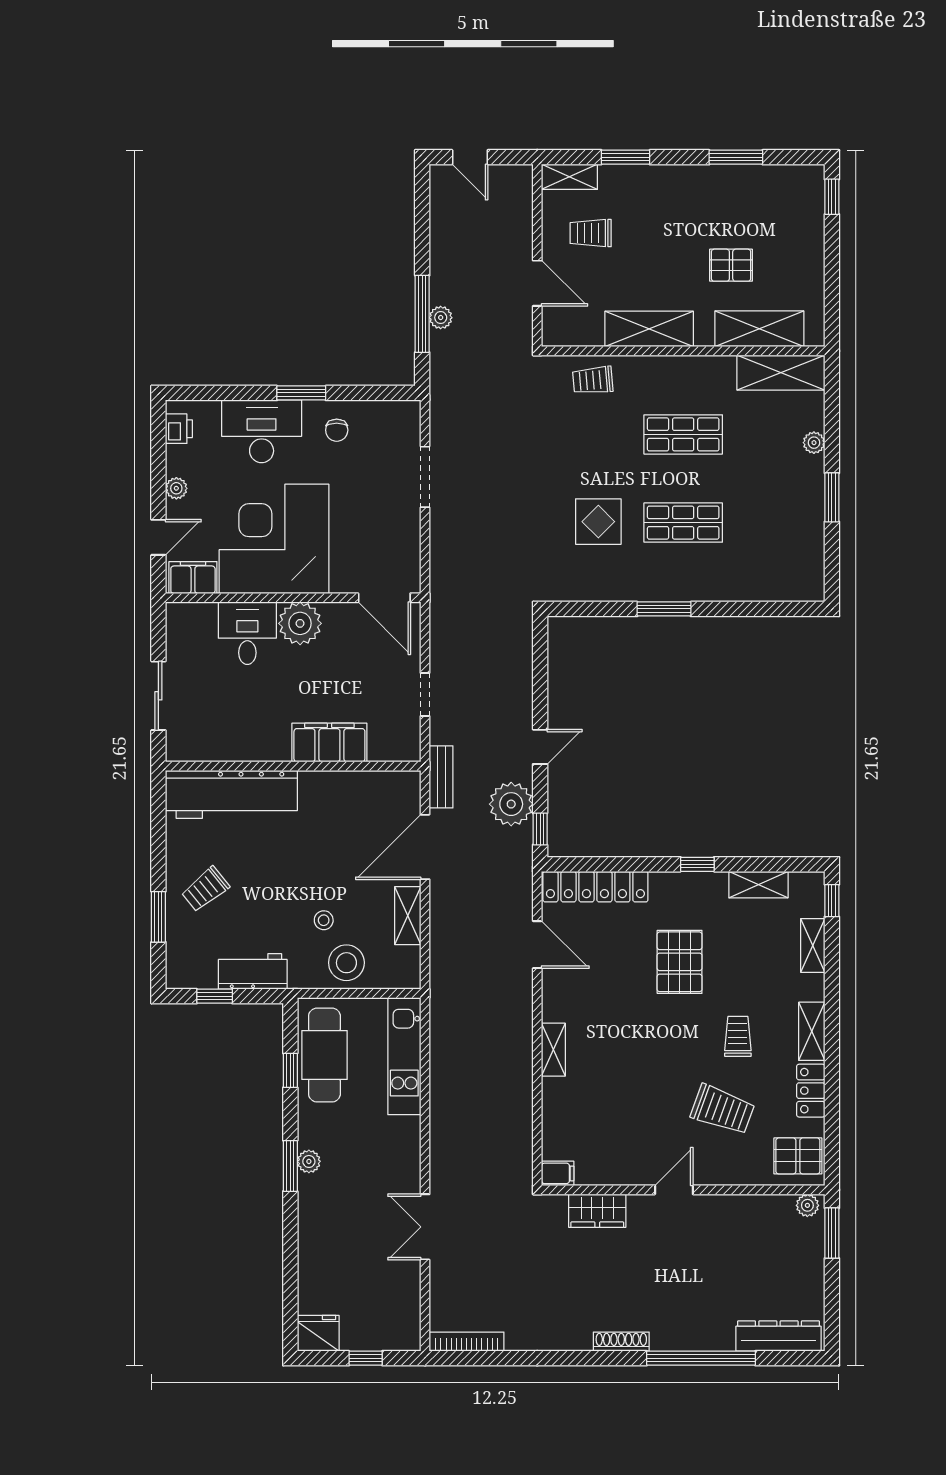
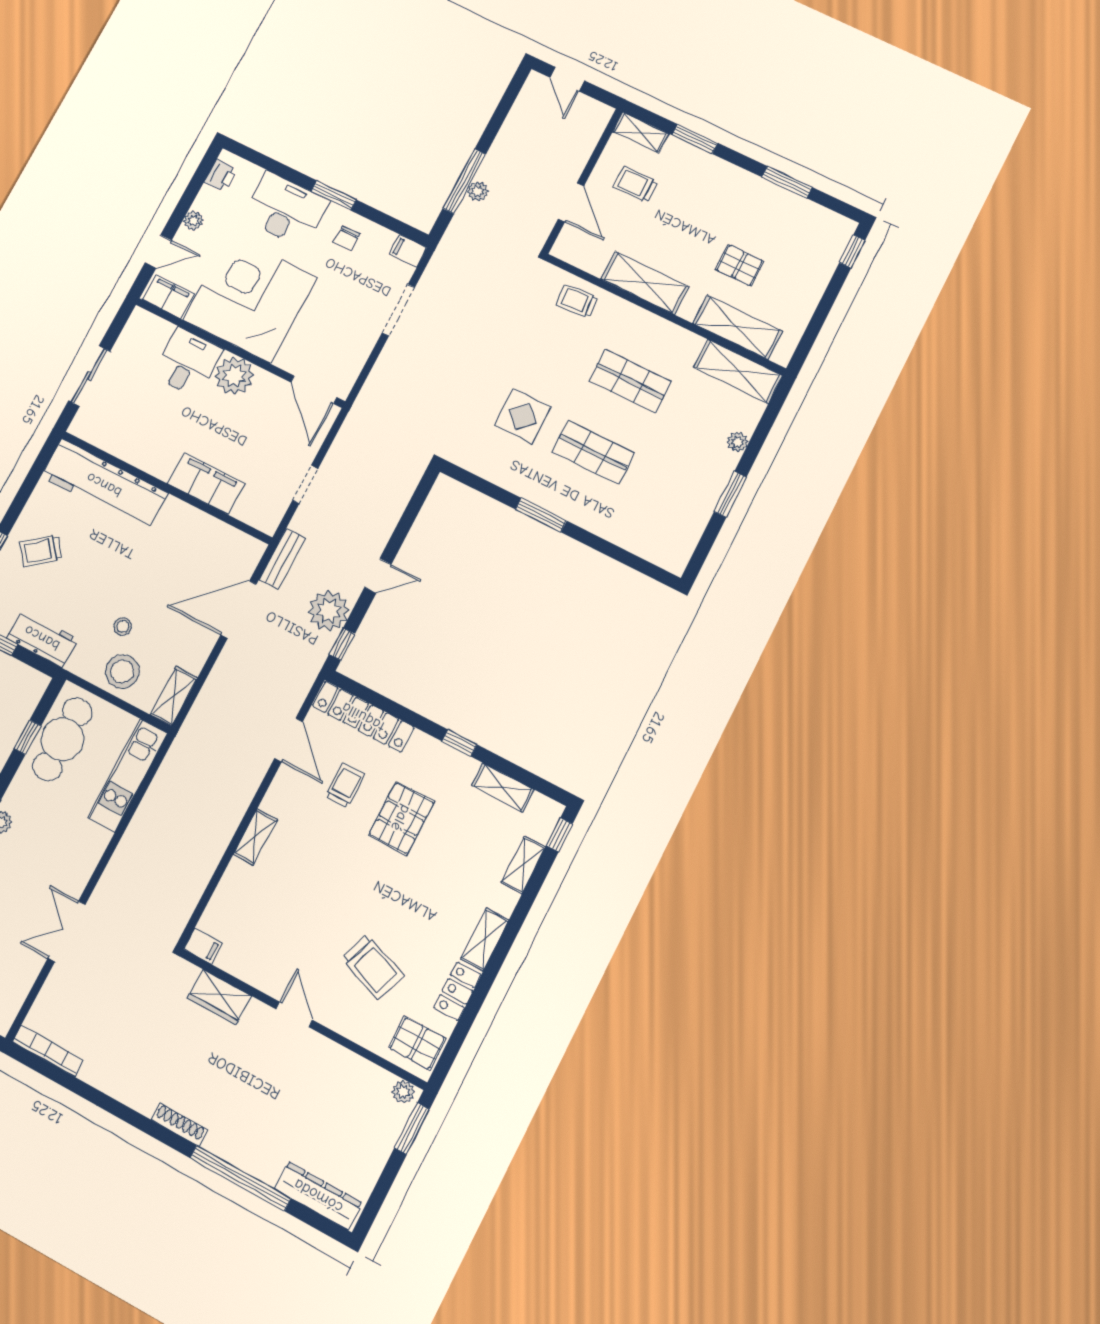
filing cabinet: (404, 413) -> (408, 251), added
shelving: (408, 916) -> (174, 696), moved
trolley: (738, 1036) -> (345, 785), moved
door: (674, 1190) -> (294, 1015), hinge flipped

